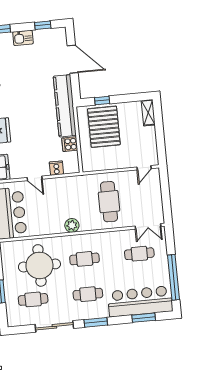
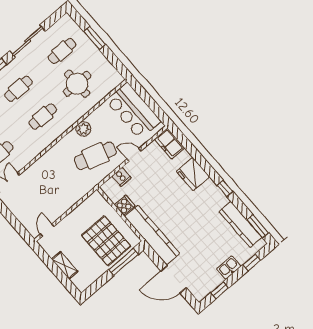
window: (102, 101) -> (123, 262), width x2.17
shelving: (148, 113) -> (65, 265), moved
cafe table: (109, 202) -> (95, 156), moved, turned -73
plant: (72, 225) -> (84, 129), moved
round table: (39, 265) -> (77, 84), width x0.73, depth x0.73

